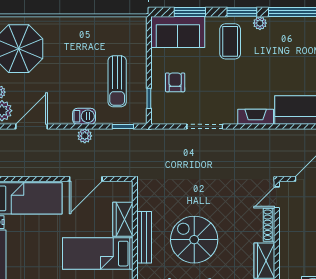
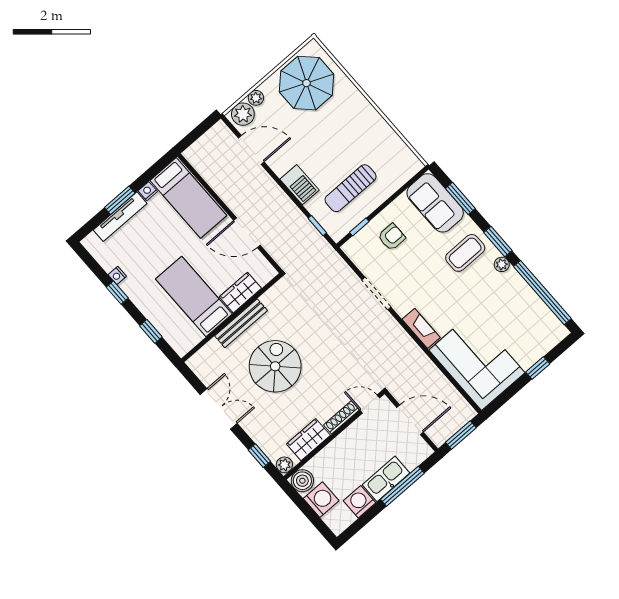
barbecue: (84, 116) -> (299, 185), width x1.38, depth x1.27
plant: (85, 136) -> (282, 201), removed

